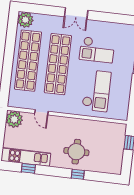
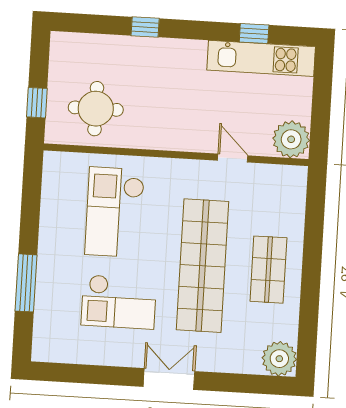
checkout: (97, 50) -> (119, 302), turned 180
shop shelf: (28, 61) -> (268, 270), width x0.50, depth x0.74
round table: (76, 152) -> (96, 109), moved

